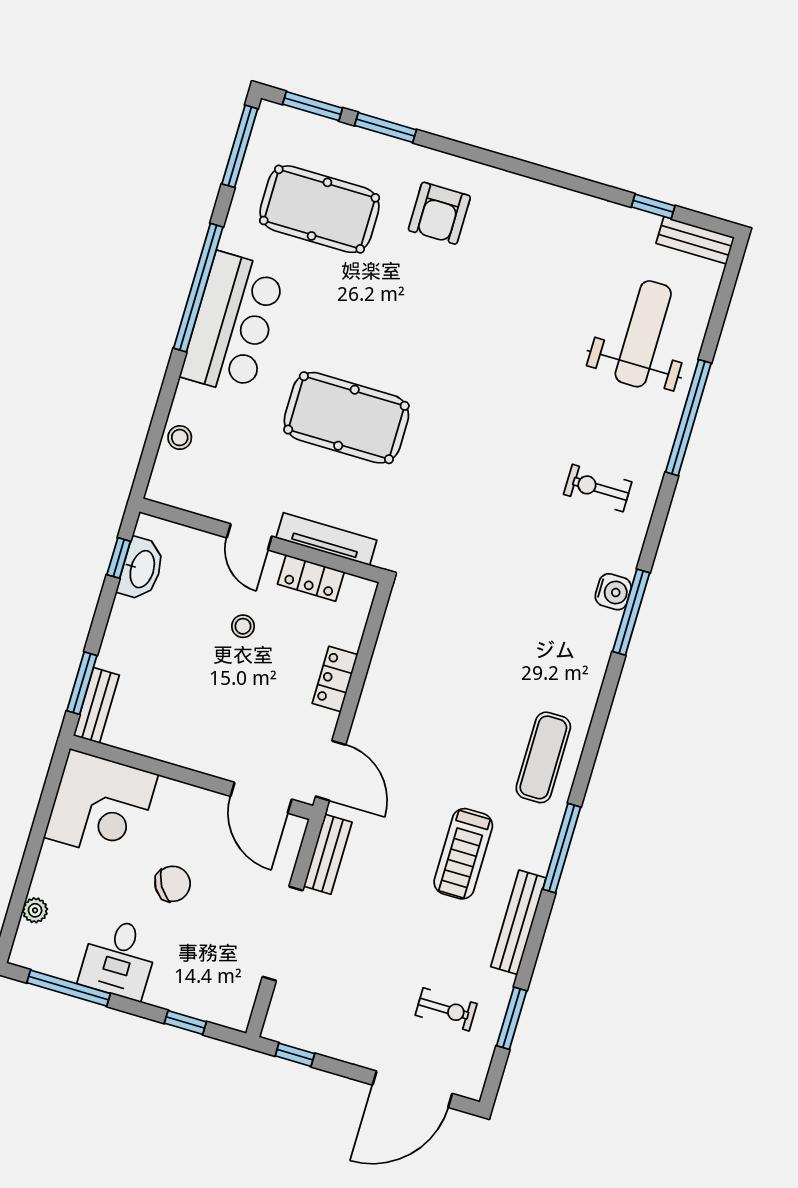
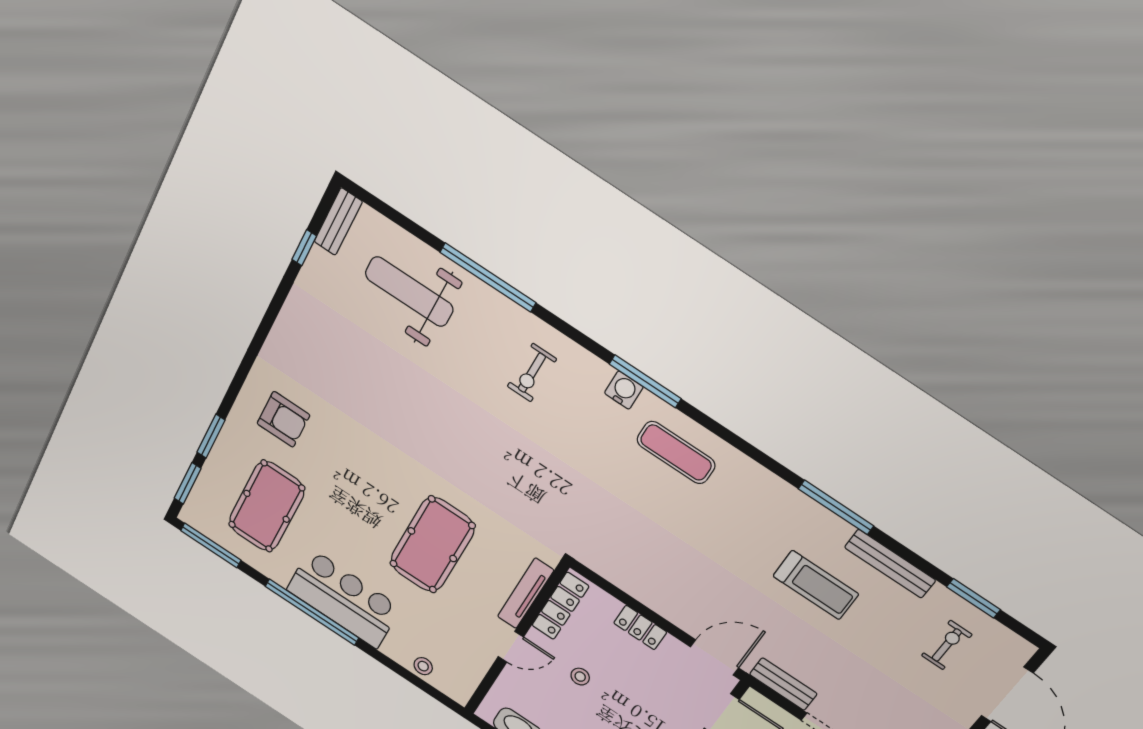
locker: (311, 578) -> (560, 606), width x1.53
exercise mat: (543, 757) -> (676, 453), moved

